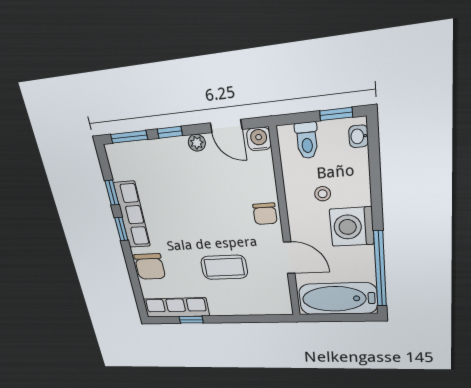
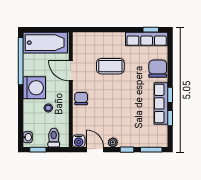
window: (191, 320) -> (151, 30), moved

